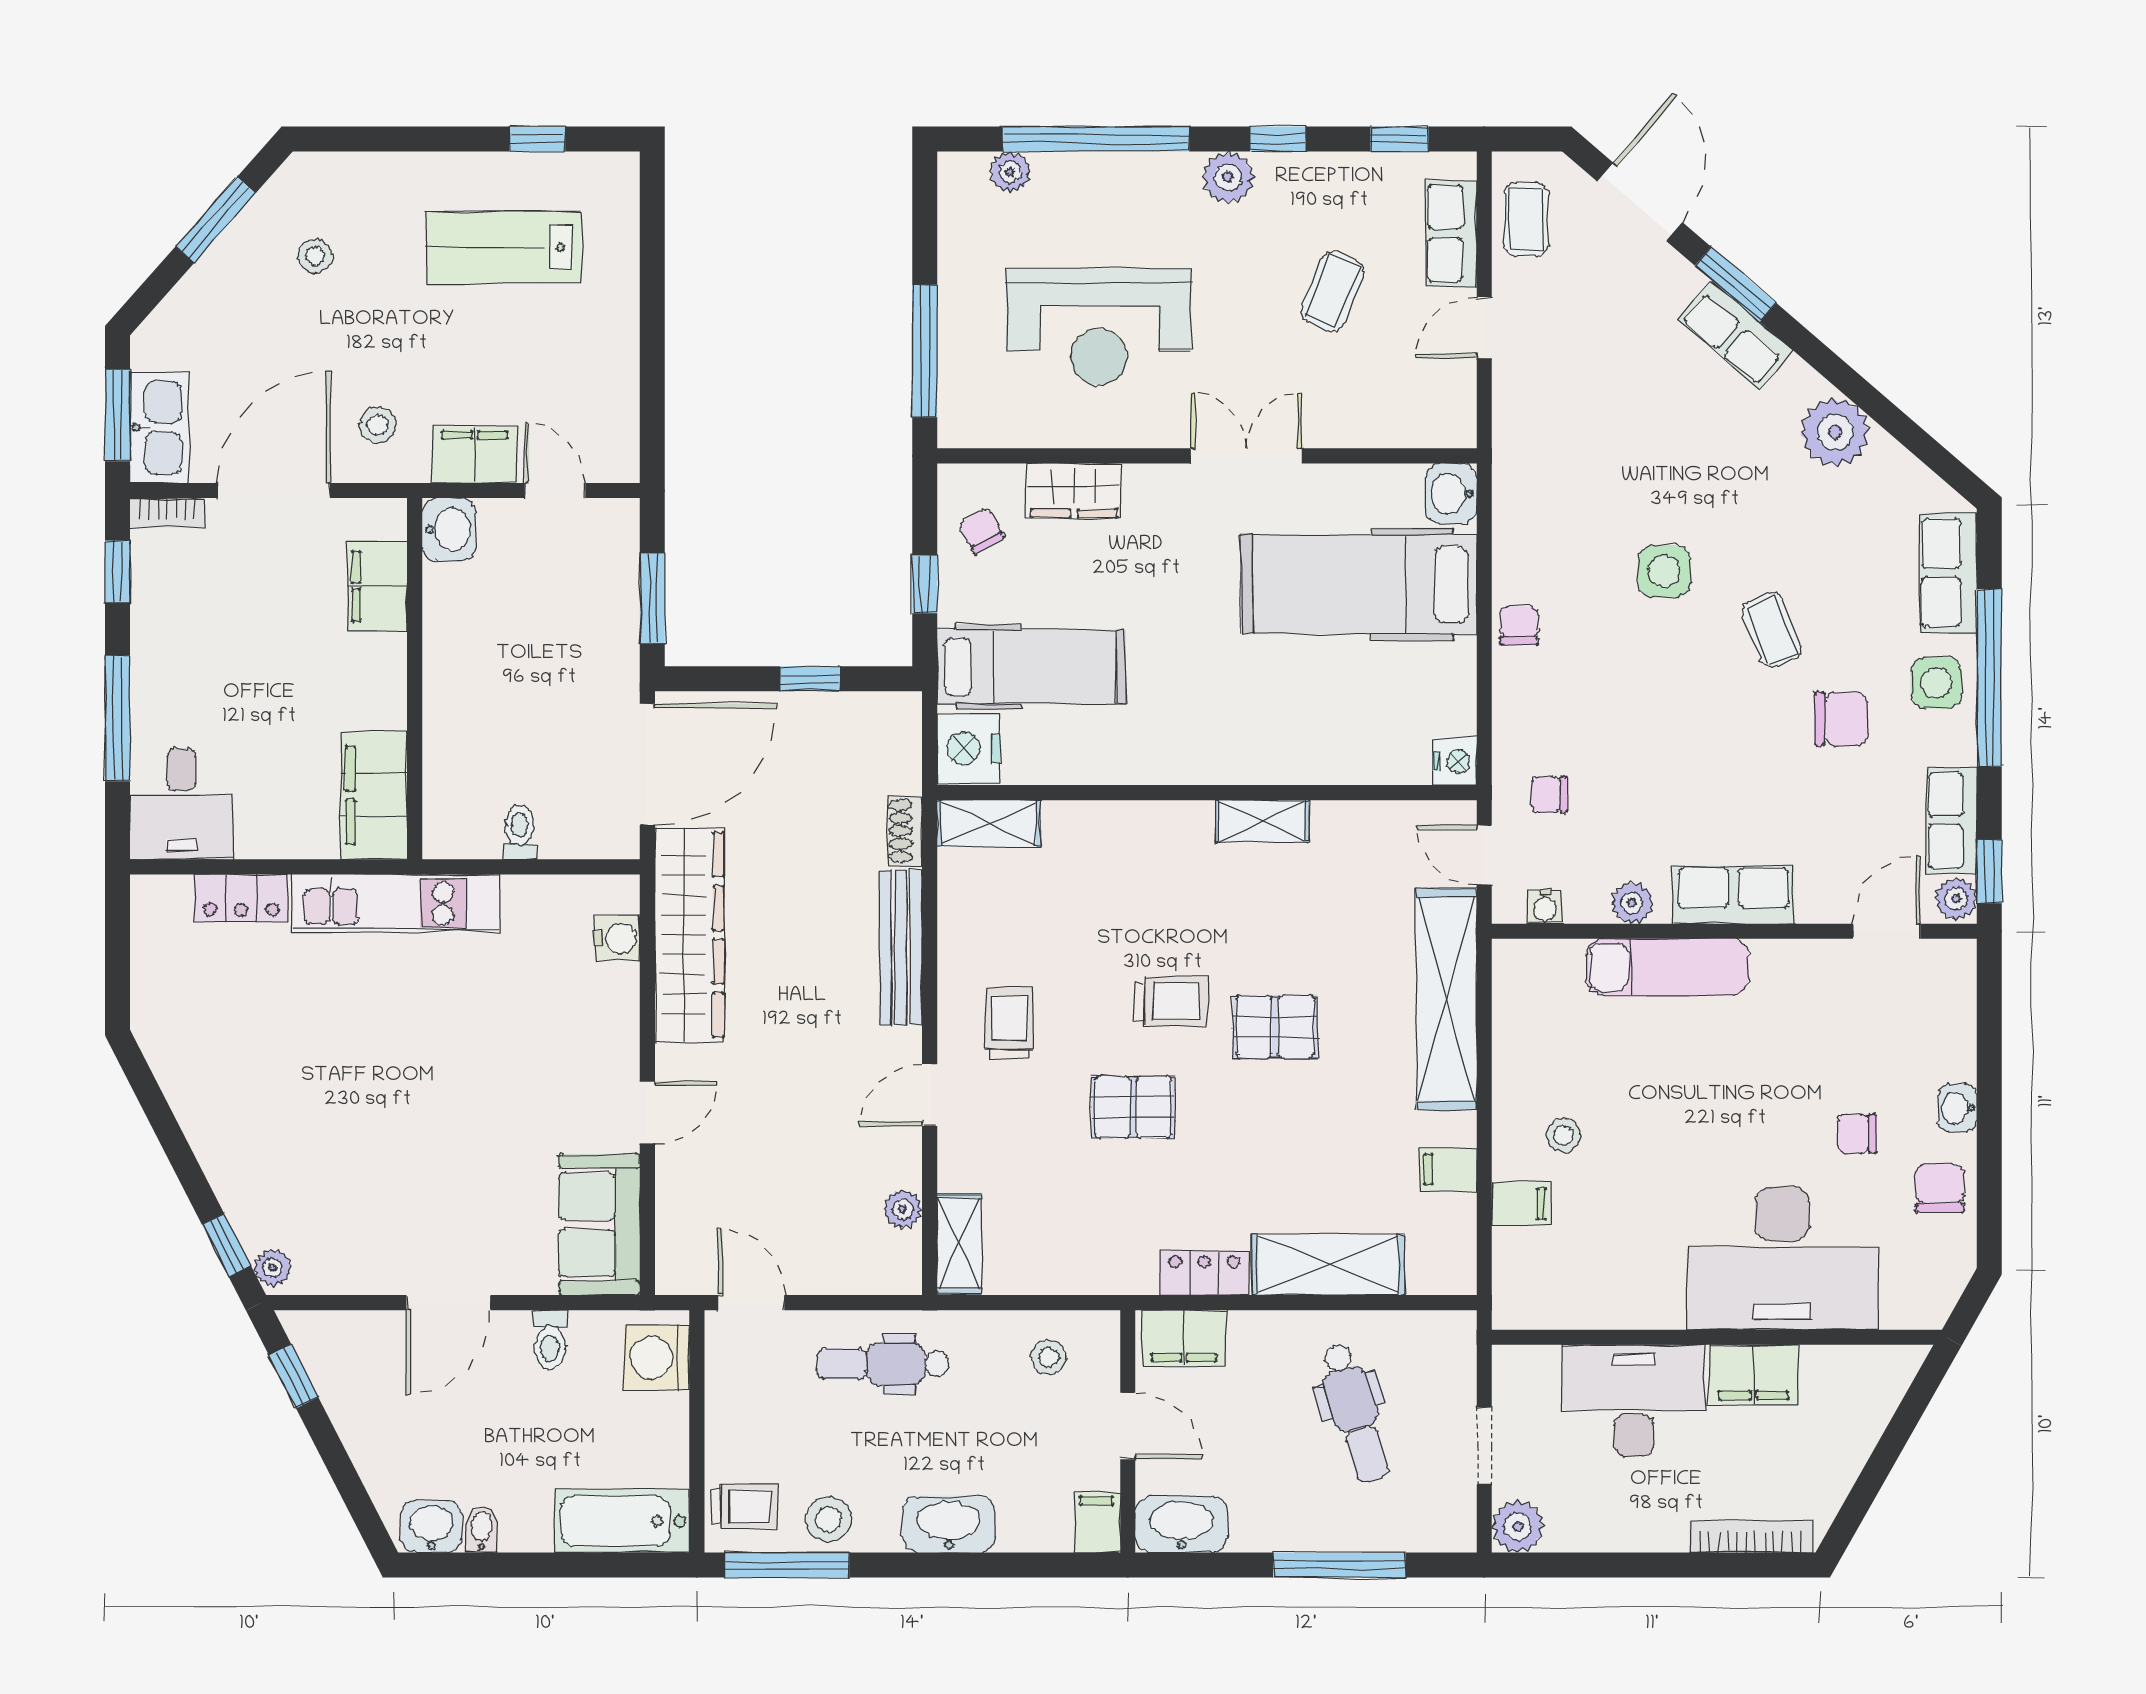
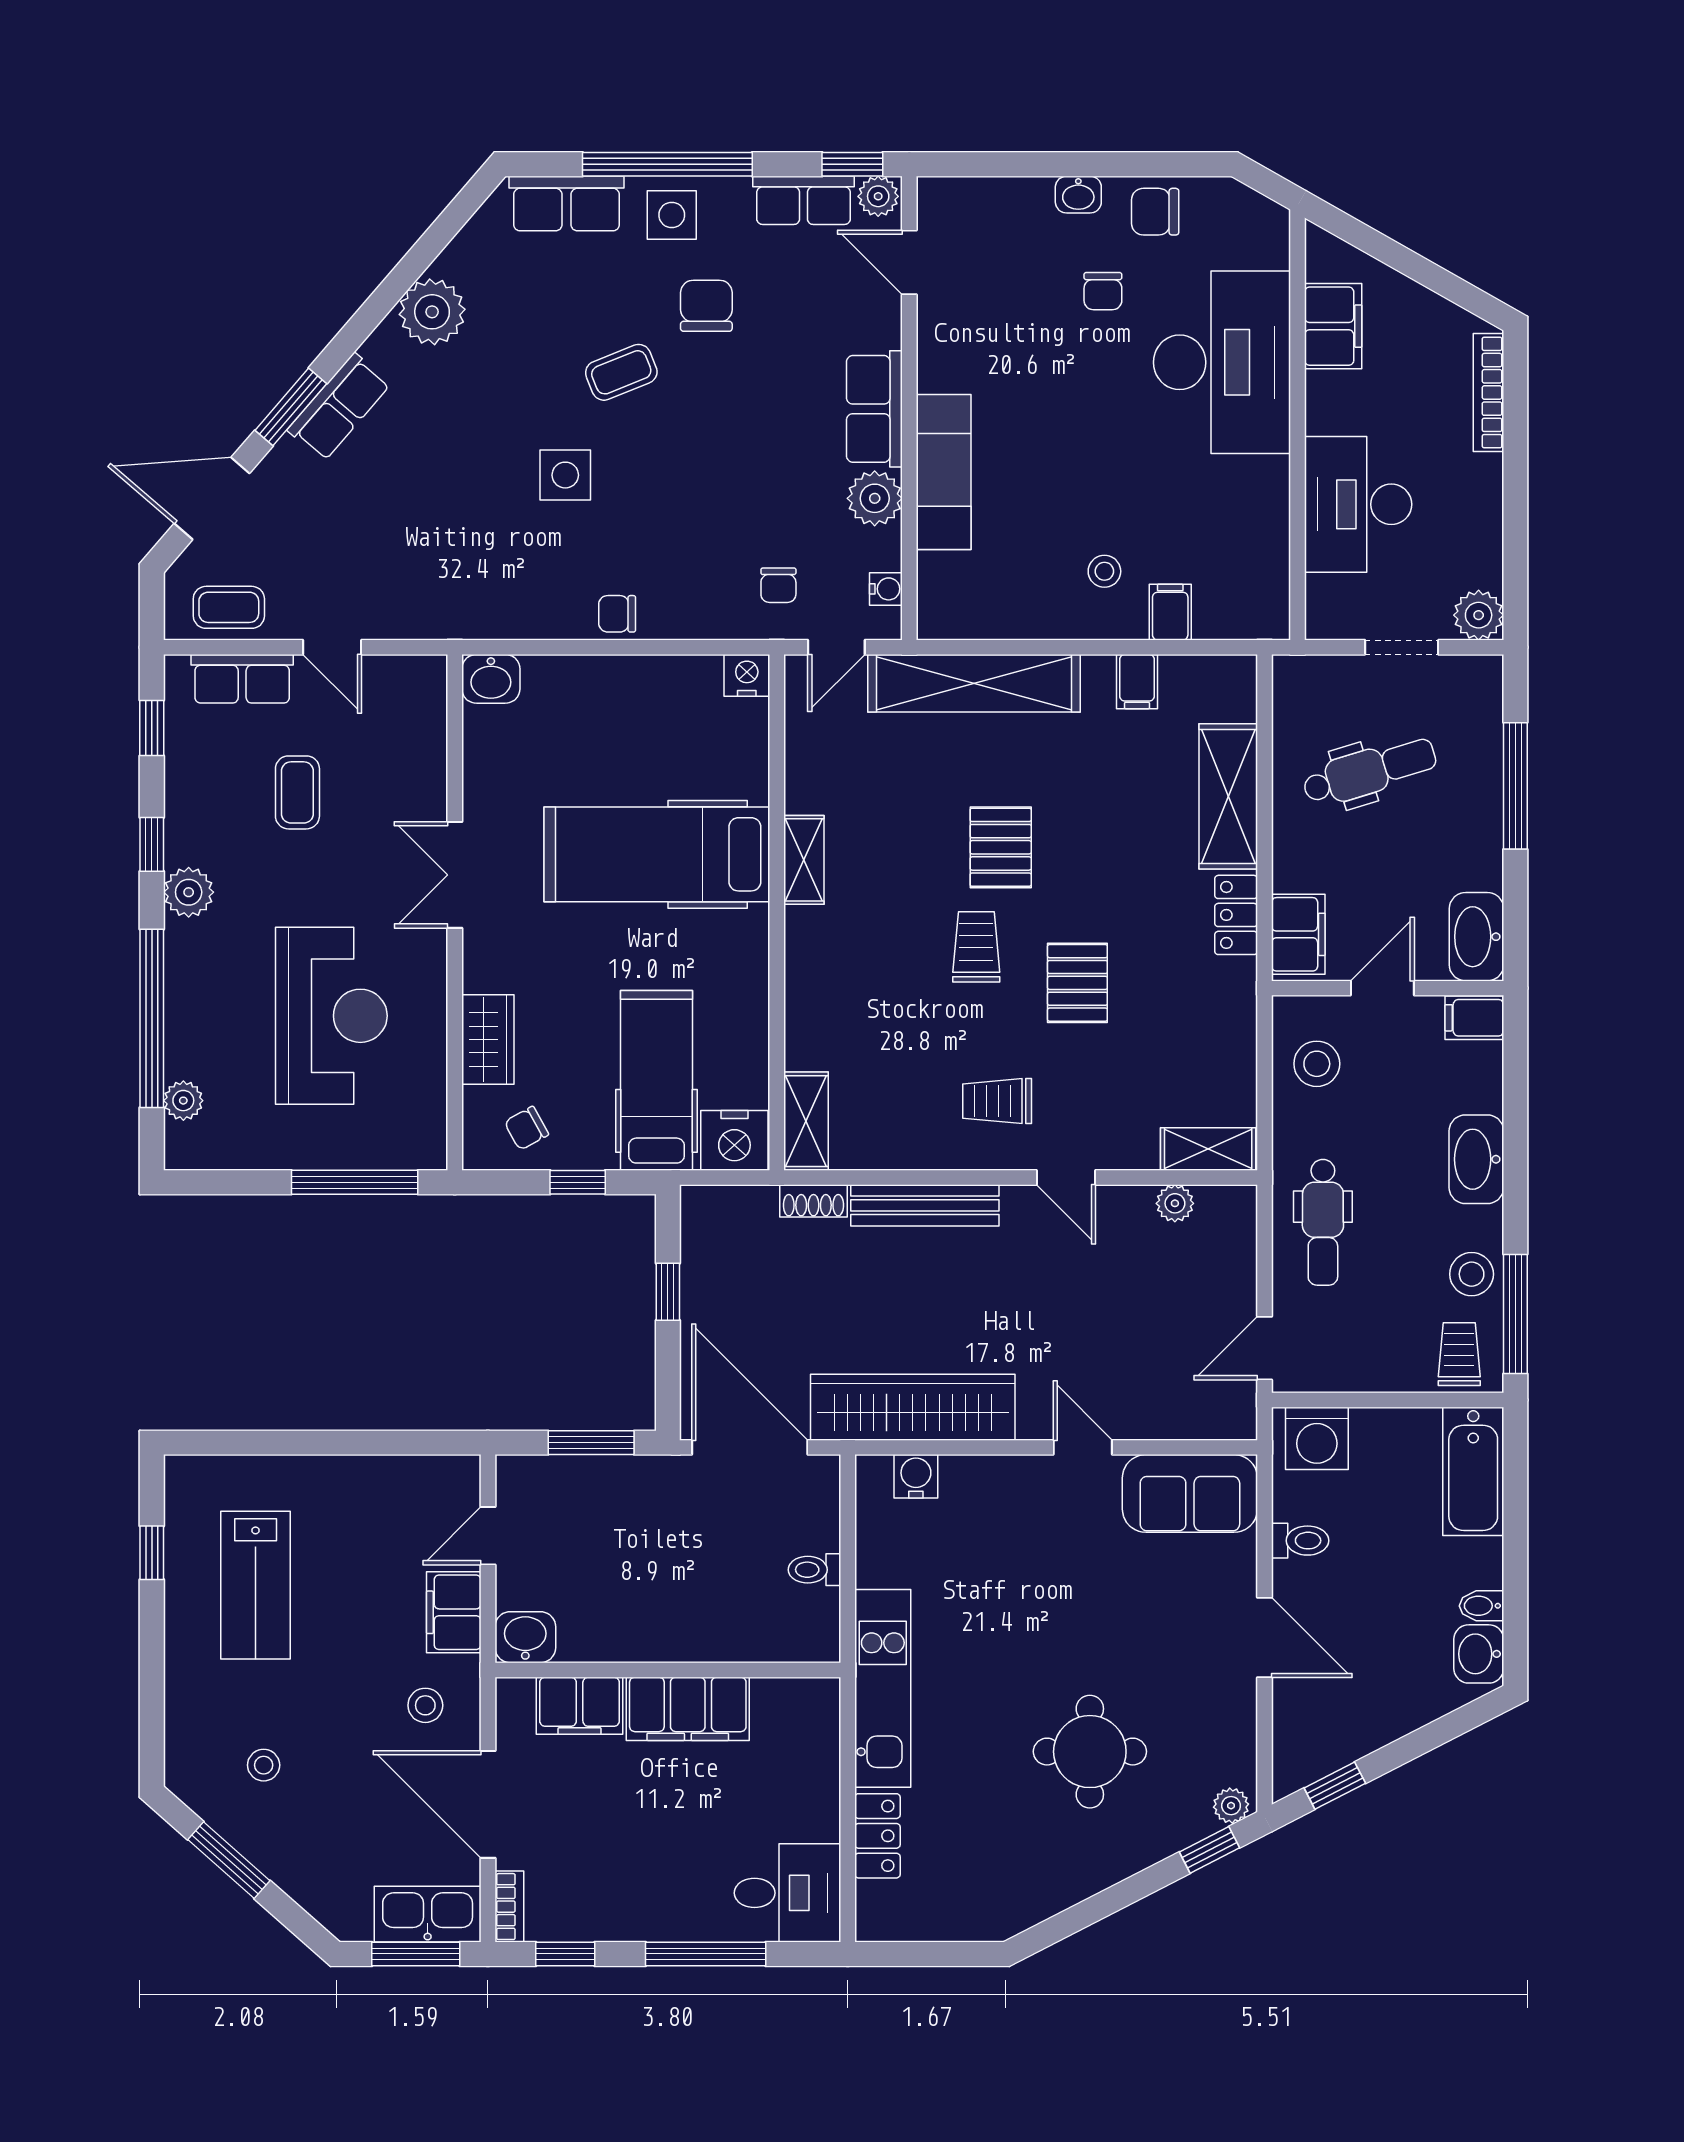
coffee table: (1332, 291) -> (297, 792), turned 68
hospital bed: (1359, 584) -> (657, 854), moved, turned 90
filing cabinet: (374, 795) -> (688, 1709), moved
plant: (1632, 903) -> (875, 498), width x1.38, depth x1.38
round table: (329, 1120) -> (1090, 1752), added
stool: (1049, 1357) -> (1317, 1064), width x1.37, depth x1.37
filing cabinet: (1753, 1374) -> (1333, 326), moved

